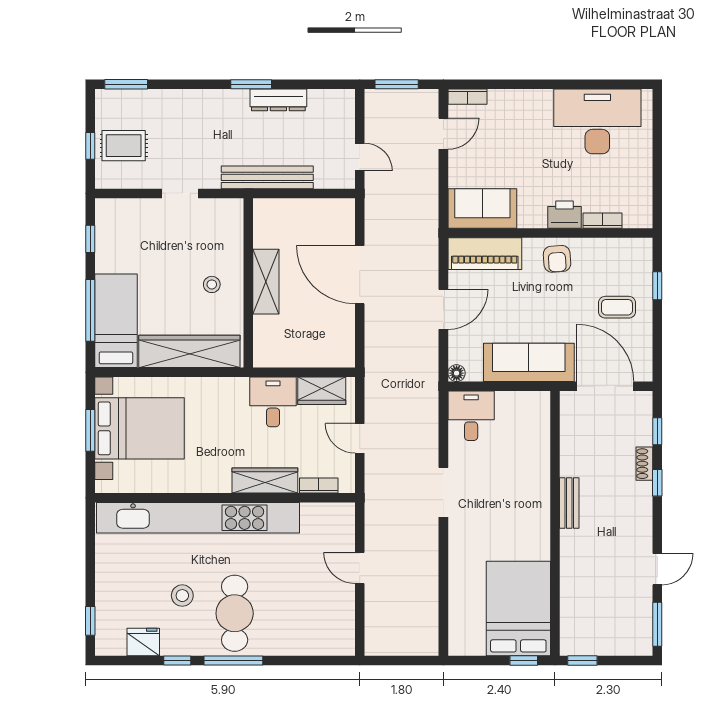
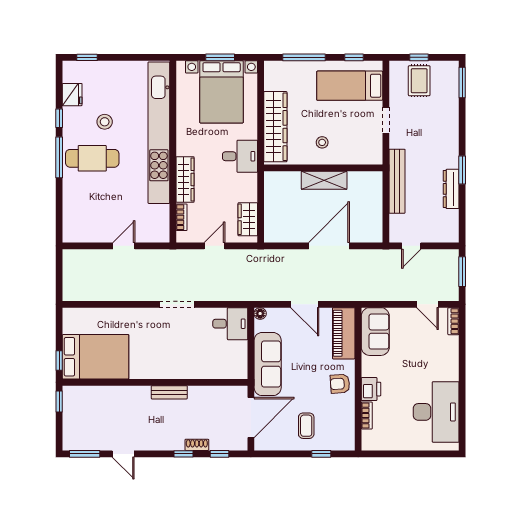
bed: (116, 321) -> (350, 86), moved, turned 180
desk: (273, 402) -> (240, 156), moved

